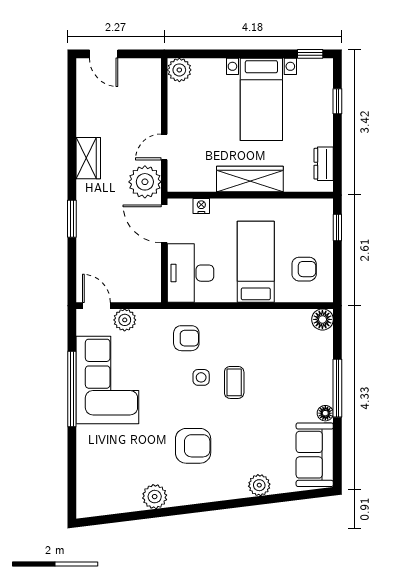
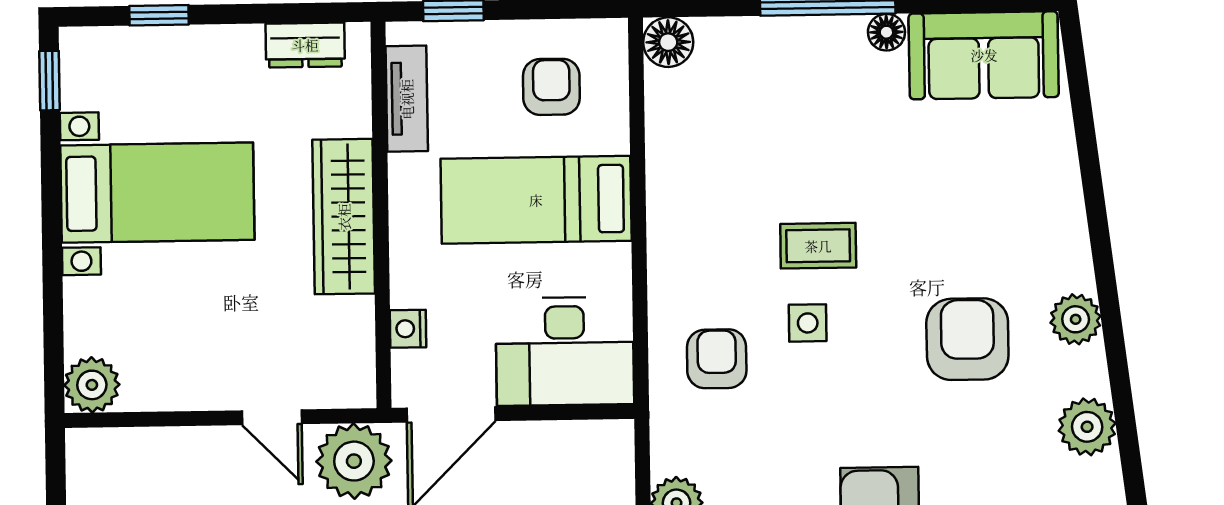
tv unit: (300, 207) -> (407, 99), added
plant: (259, 485) -> (1076, 319), moved

